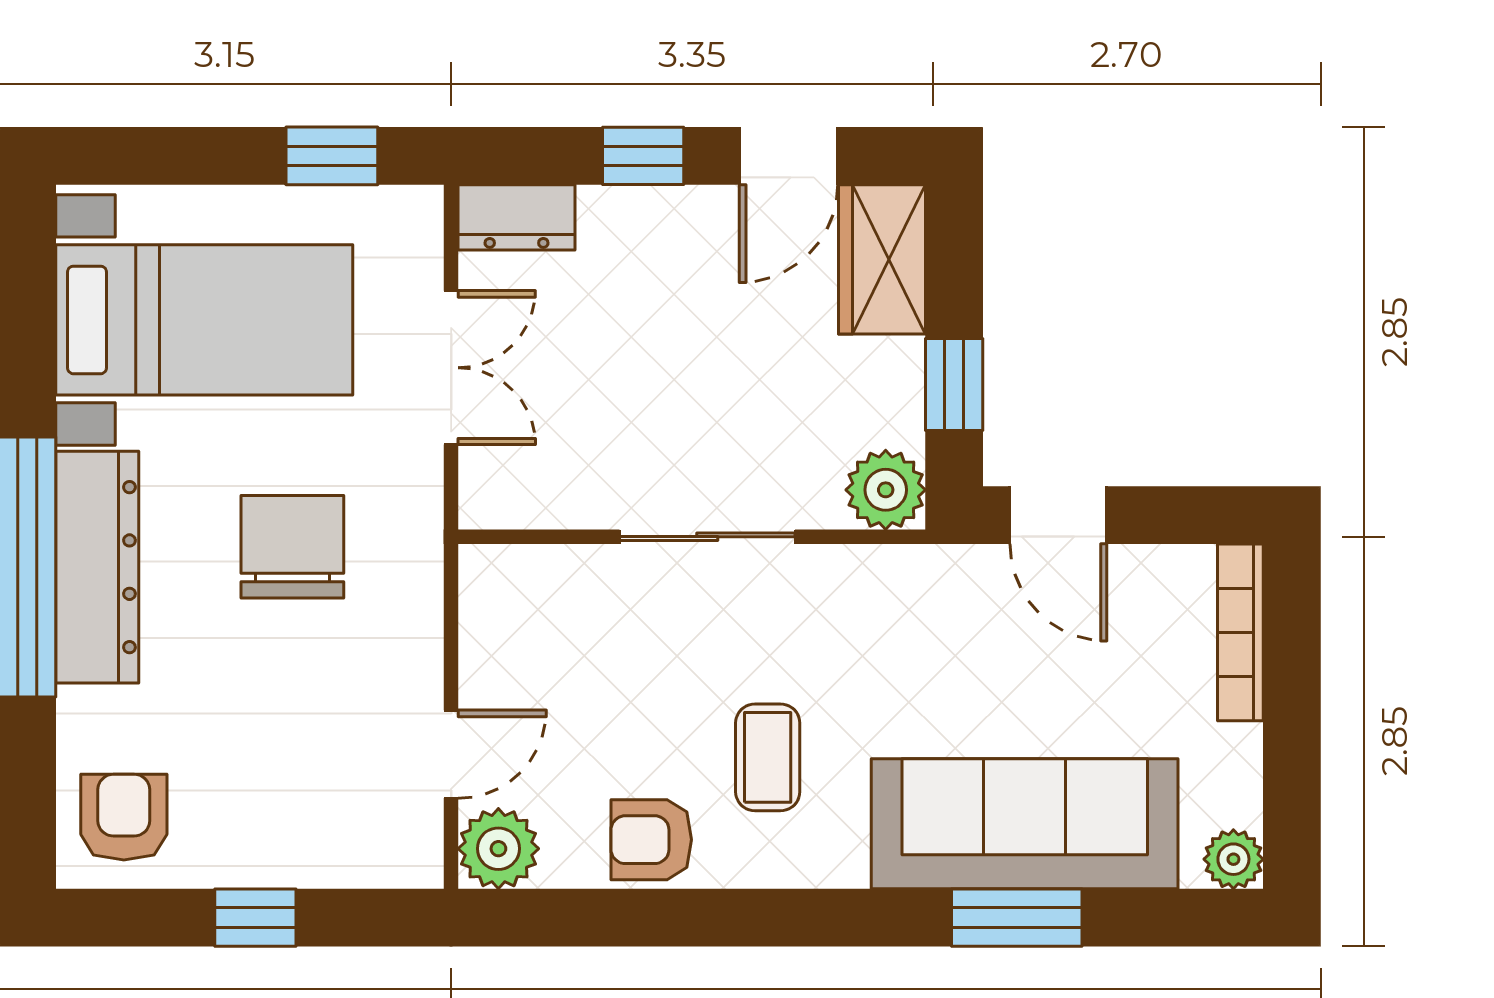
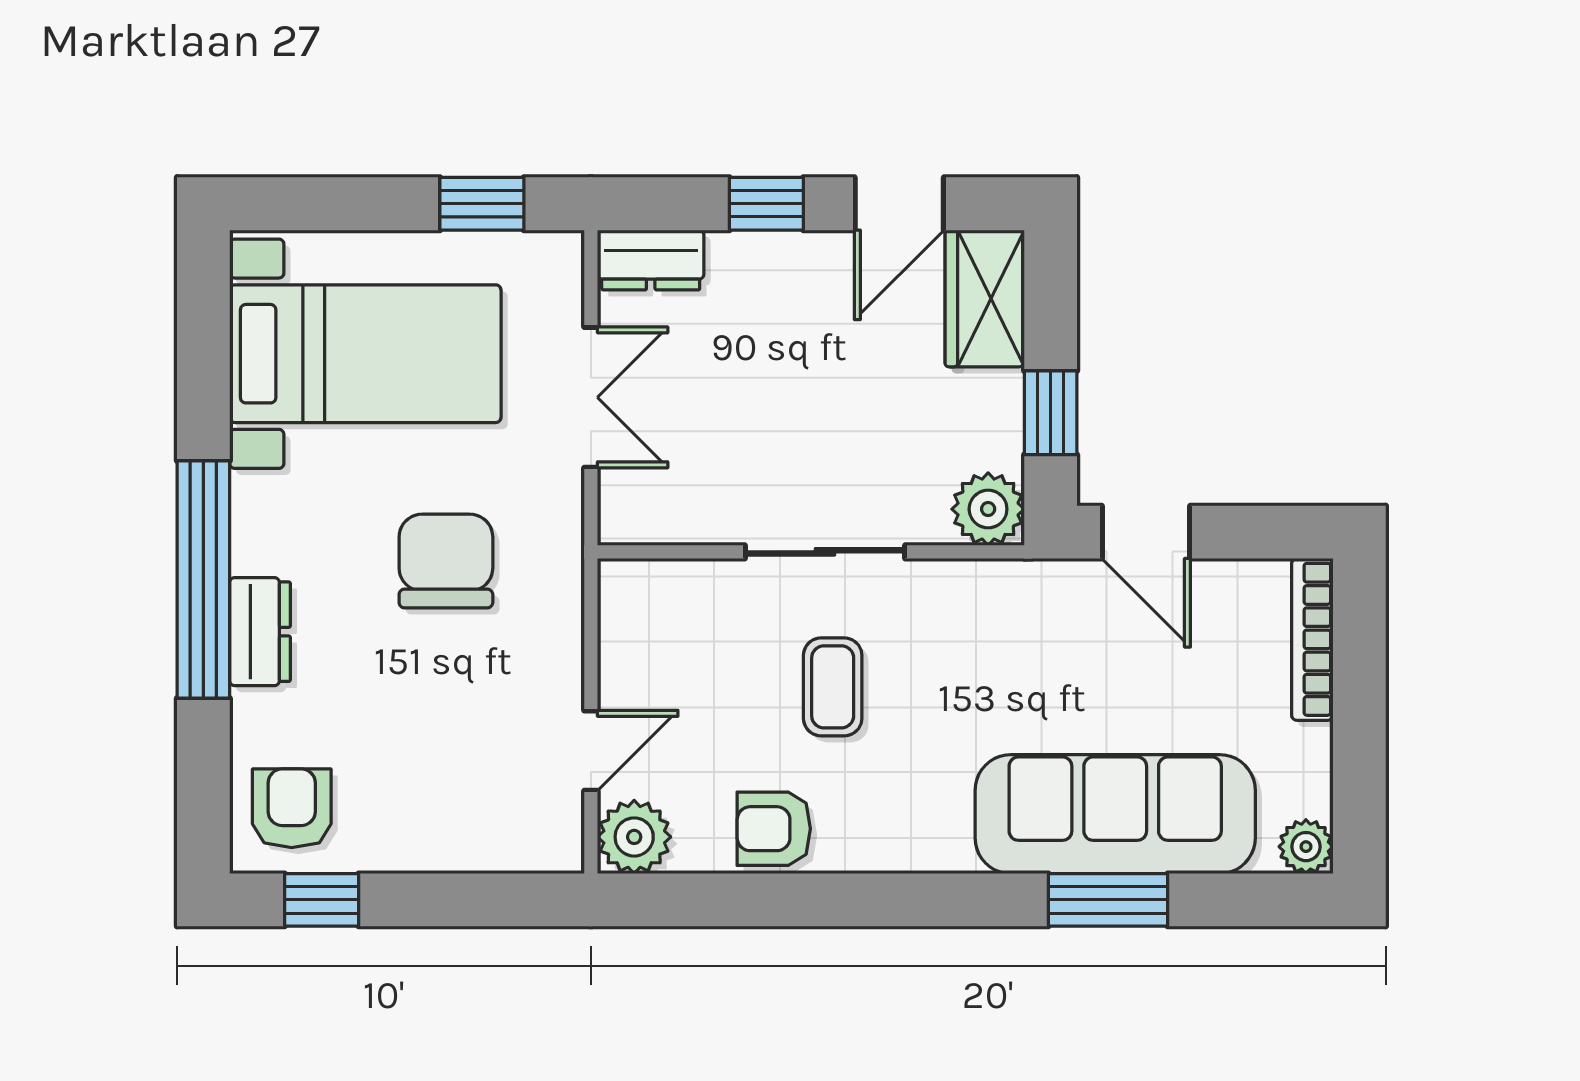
dresser: (97, 567) -> (260, 632), width x0.51, depth x0.80
coffee table: (768, 757) -> (833, 687), moved
window: (255, 918) -> (322, 900), moved

